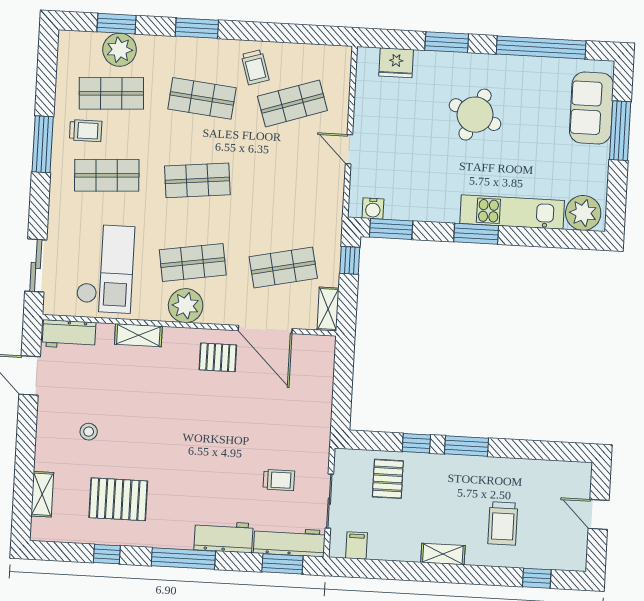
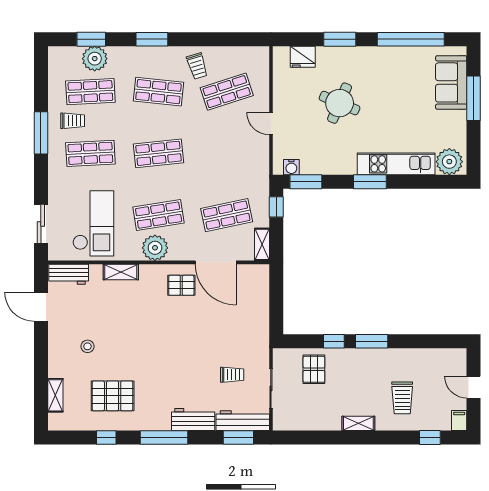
round table: (475, 115) -> (340, 103), moved
filing cabinet: (356, 545) -> (459, 421), moved

